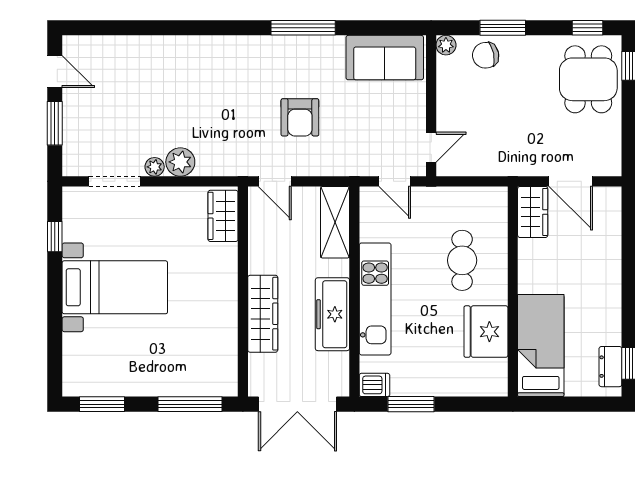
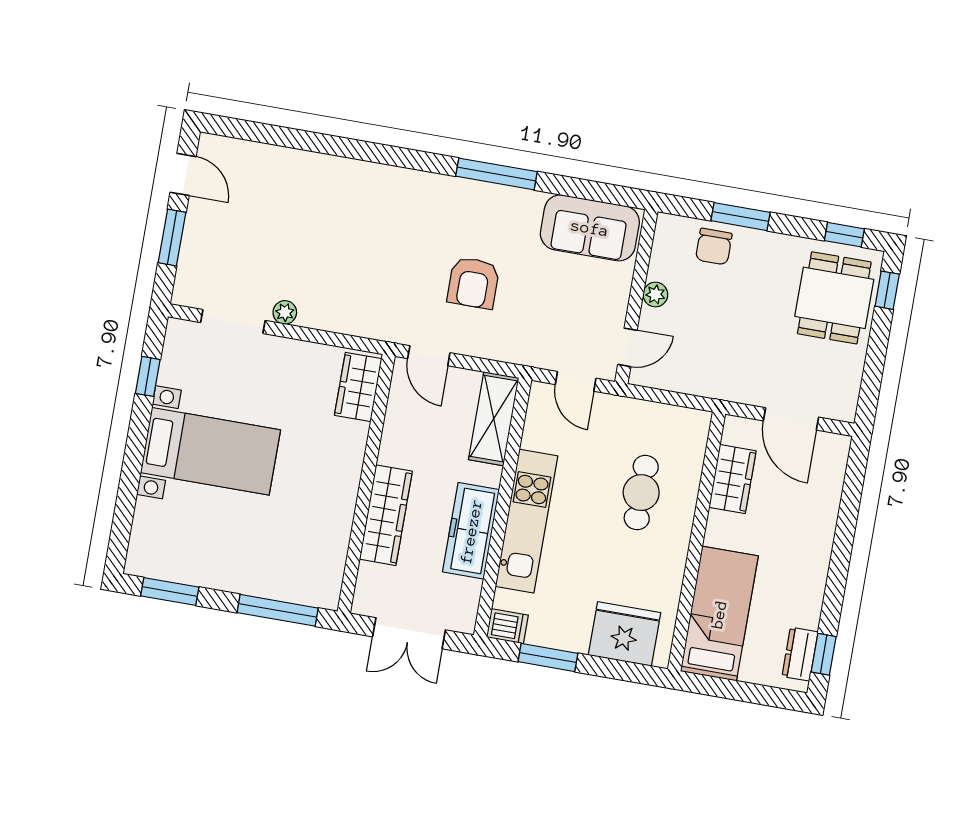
plant: (446, 45) -> (655, 294), moved
chair: (486, 55) -> (714, 247), turned -78
plant: (180, 162) -> (317, 312), removed
wardrobe: (533, 212) -> (732, 479), moved
fridge: (486, 332) -> (624, 634), moved, turned 90
double door: (297, 404) -> (409, 633), width x0.73

